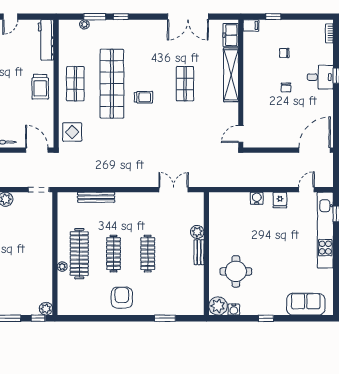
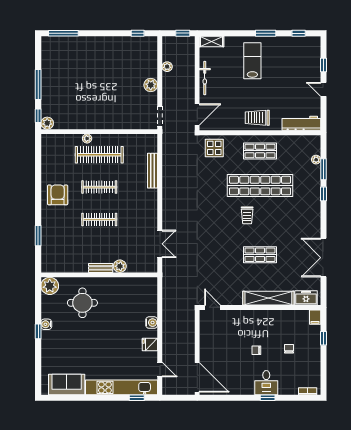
armchair: (122, 298) -> (58, 195), turned -90
sofa: (306, 304) -> (67, 384), moved, turned -90
water cooler: (234, 310) -> (46, 324), moved

